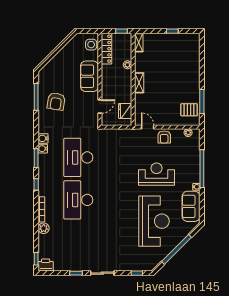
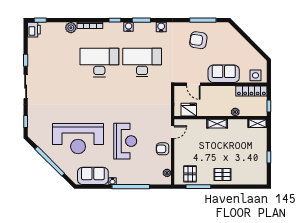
pallet: (190, 77) -> (222, 175), added
water cooler: (43, 149) -> (129, 27), moved

